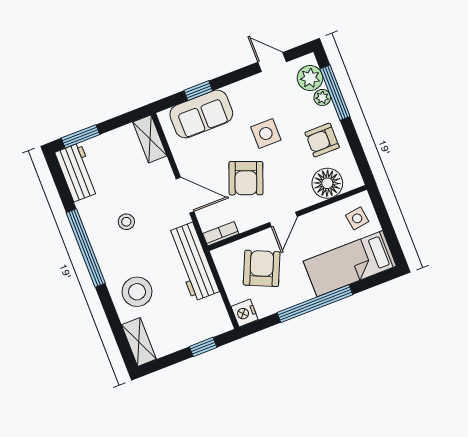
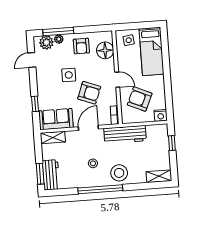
sofa: (201, 114) -> (56, 119), moved, turned -90
workbench: (77, 172) -> (51, 175), moved, turned 90
stool: (137, 292) -> (119, 173), moved
window: (315, 304) -> (167, 77), removed

